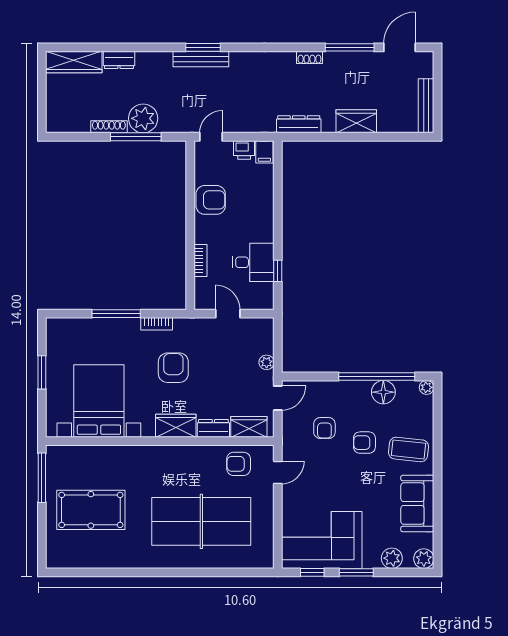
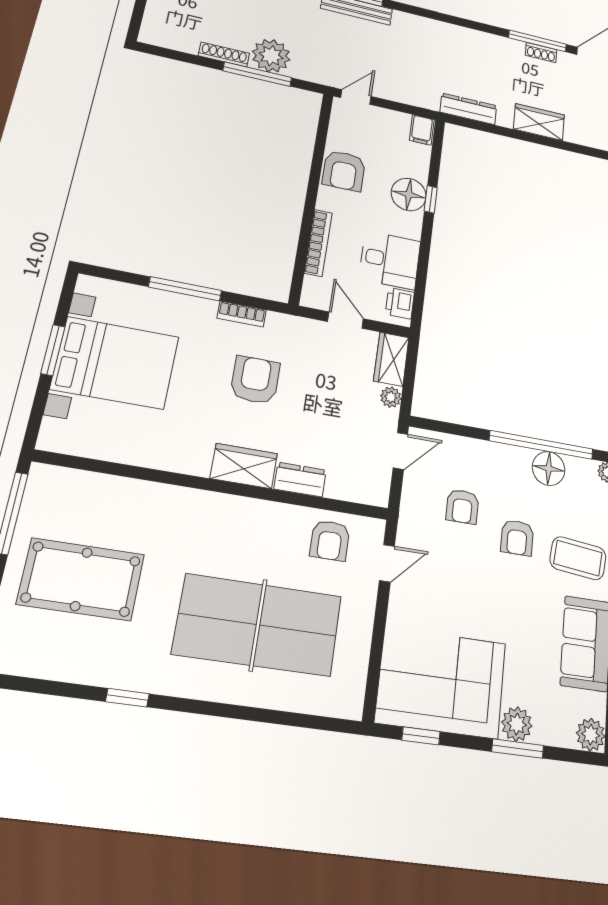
shoe rack: (309, 57) -> (541, 53), moved
printer: (244, 150) -> (400, 303), moved, turned 90
armchair: (211, 200) -> (344, 171), turned 90
floor lamp: (261, 208) -> (409, 194), added
bookcase: (200, 260) -> (318, 243), width x1.56
window: (278, 271) -> (431, 199), moved
bed with nightstands: (99, 401) -> (115, 363), moved, turned 90
wardrobe: (249, 427) -> (391, 359), moved, turned -90
armchair: (364, 443) -> (517, 538), turned -90
armchair: (239, 464) -> (330, 540), turned -90
plant: (392, 558) -> (517, 724), moved
window: (132, 572) -> (127, 698), added
window: (356, 572) -> (518, 749), moved

